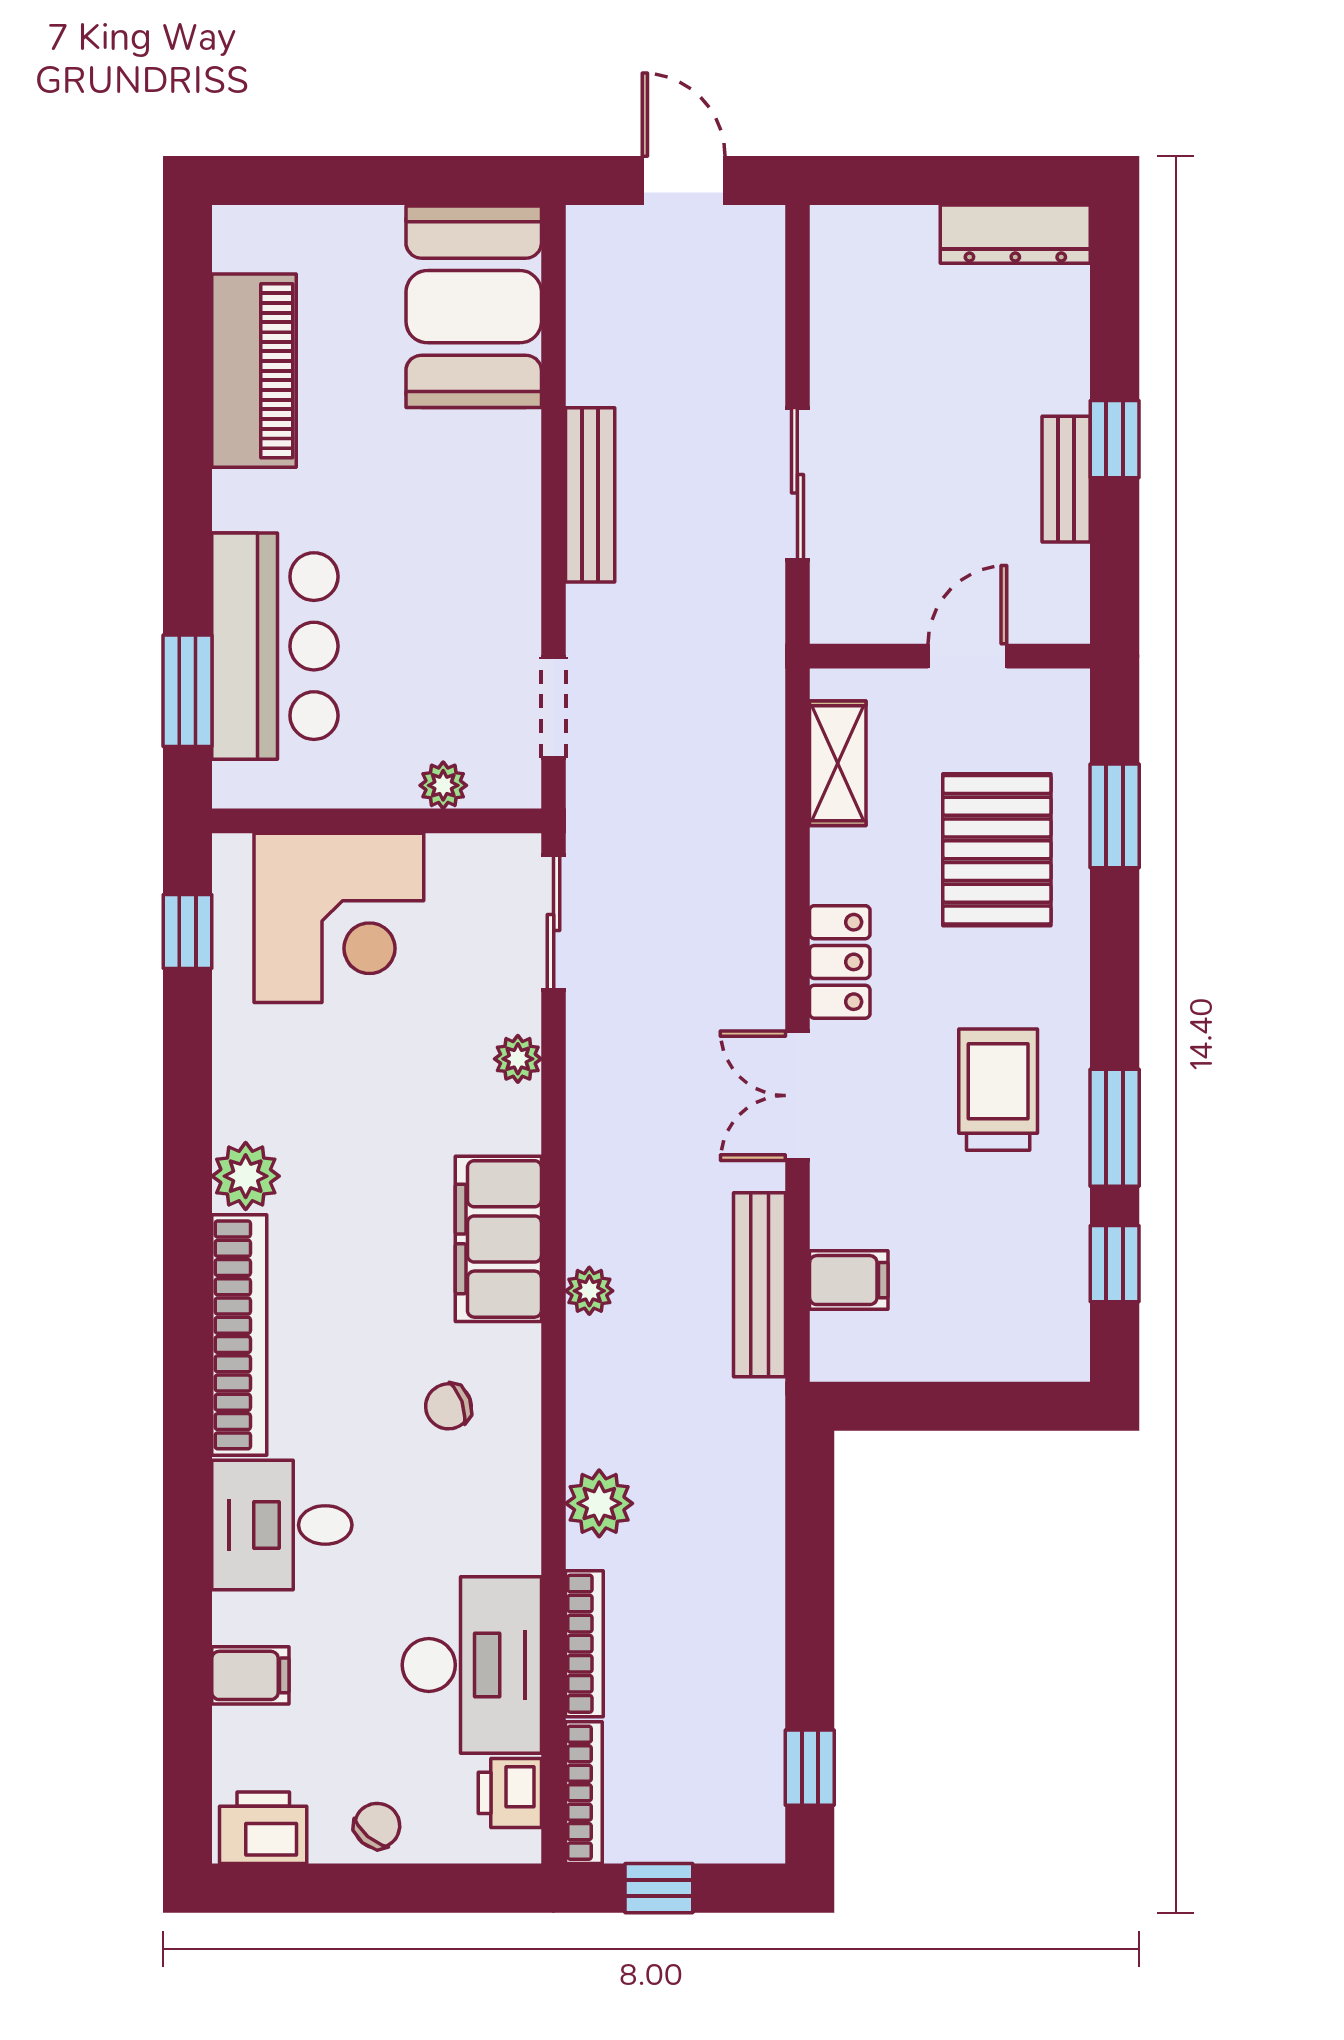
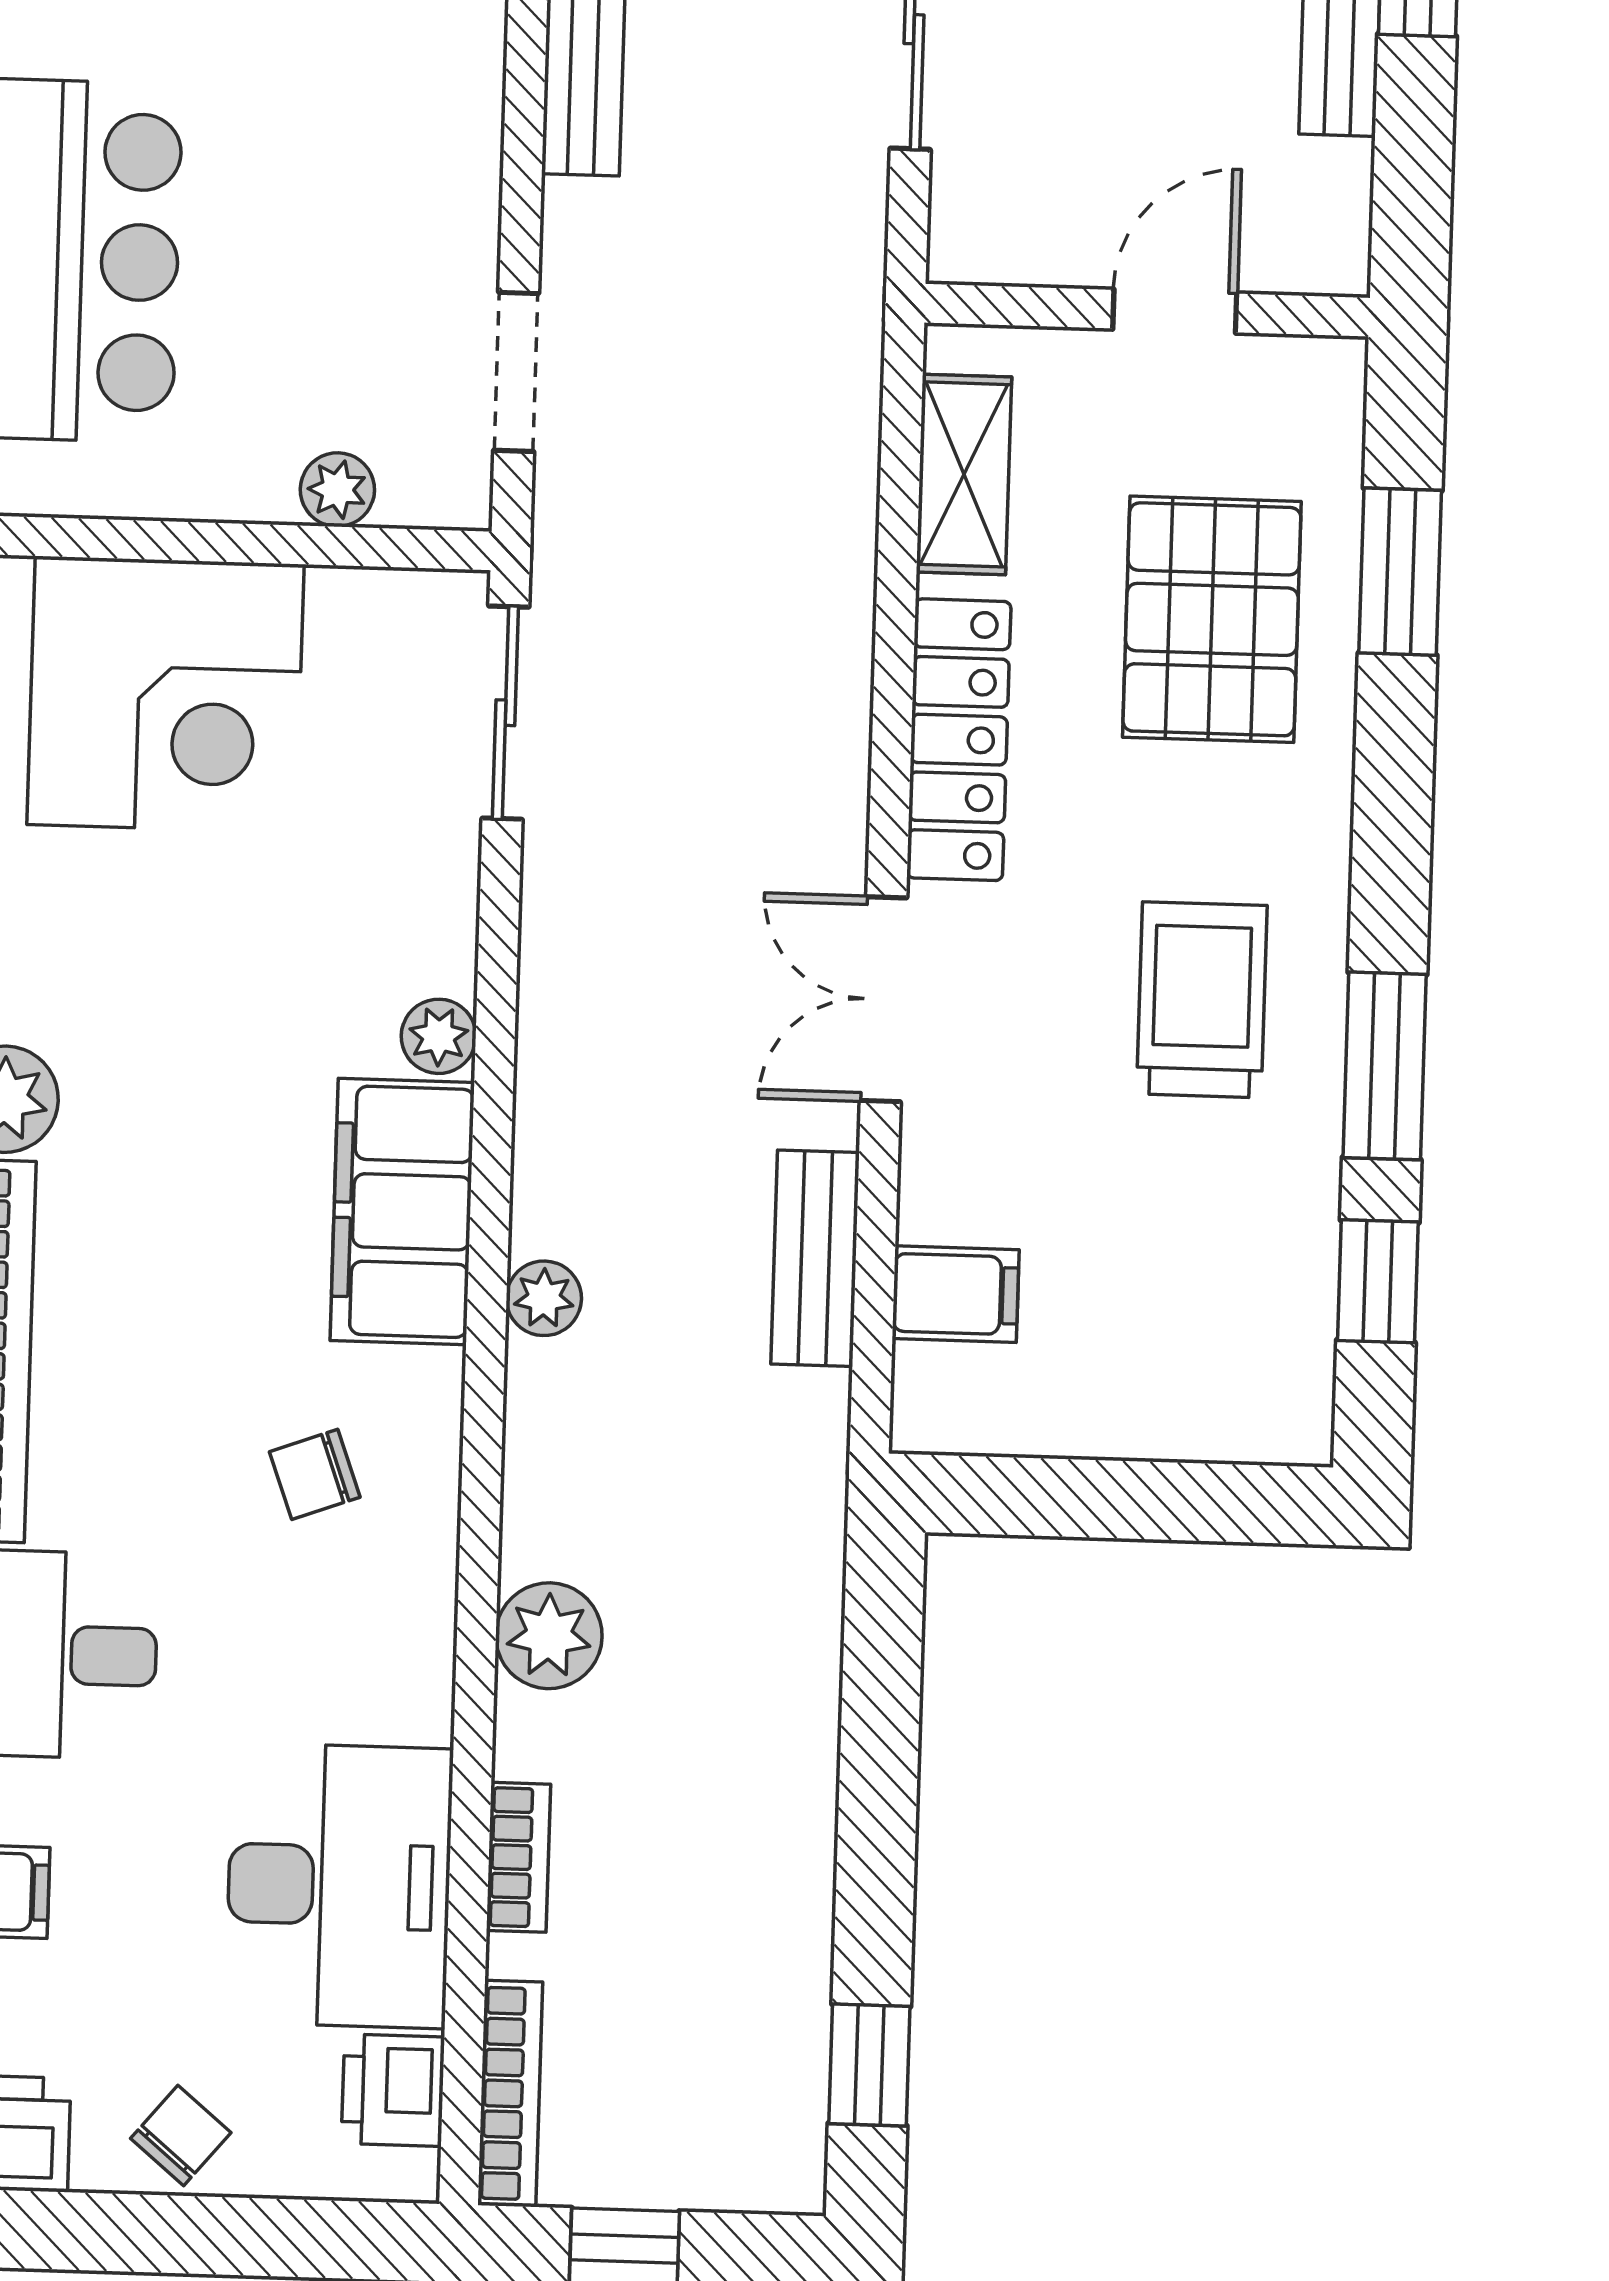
locker: (840, 962) -> (959, 740), width x1.53
plant: (518, 1059) -> (439, 1036), moved
bench: (759, 1285) -> (815, 1258), width x0.73
bookcase: (584, 1644) -> (519, 1857), width x0.64

